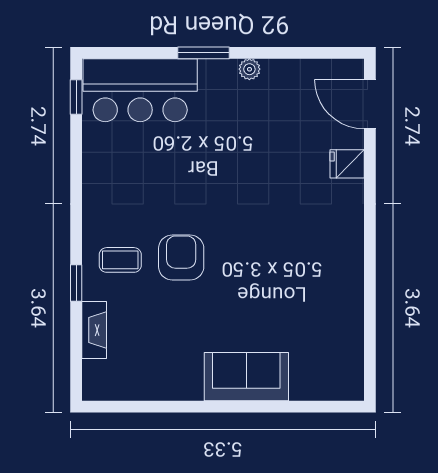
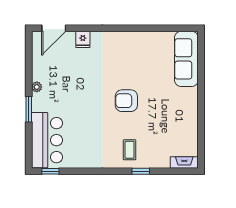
armchair: (181, 258) -> (126, 101), moved
fireplace: (94, 330) -> (184, 162), moved
sofa: (246, 377) -> (186, 59), moved, width x1.36

